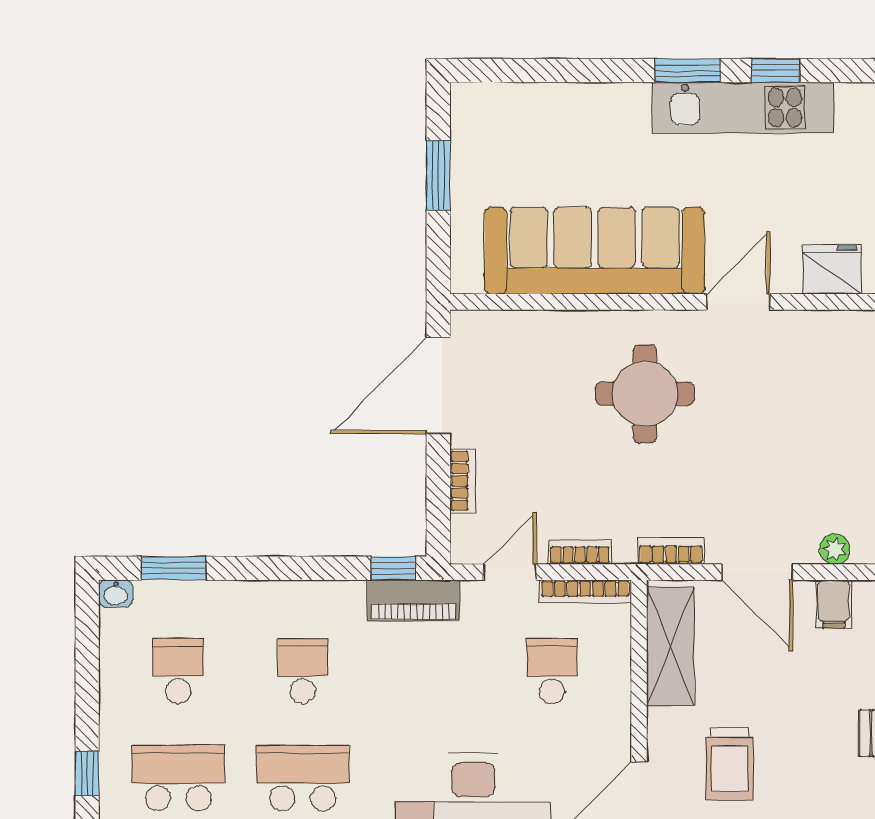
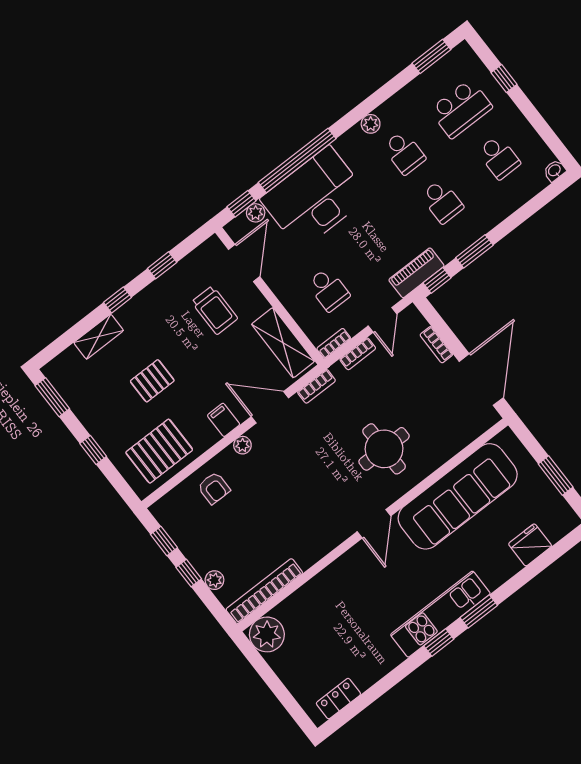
fridge: (832, 269) -> (530, 545), moved, turned 180
window: (173, 568) -> (474, 251), moved
bookcase: (585, 592) -> (334, 343), width x0.64
trolley: (730, 764) -> (215, 310), turned 180
school desk: (303, 778) -> (404, 153), width x0.54

